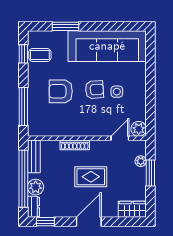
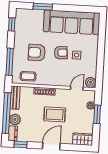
coffee table: (40, 55) -> (28, 76), moved

